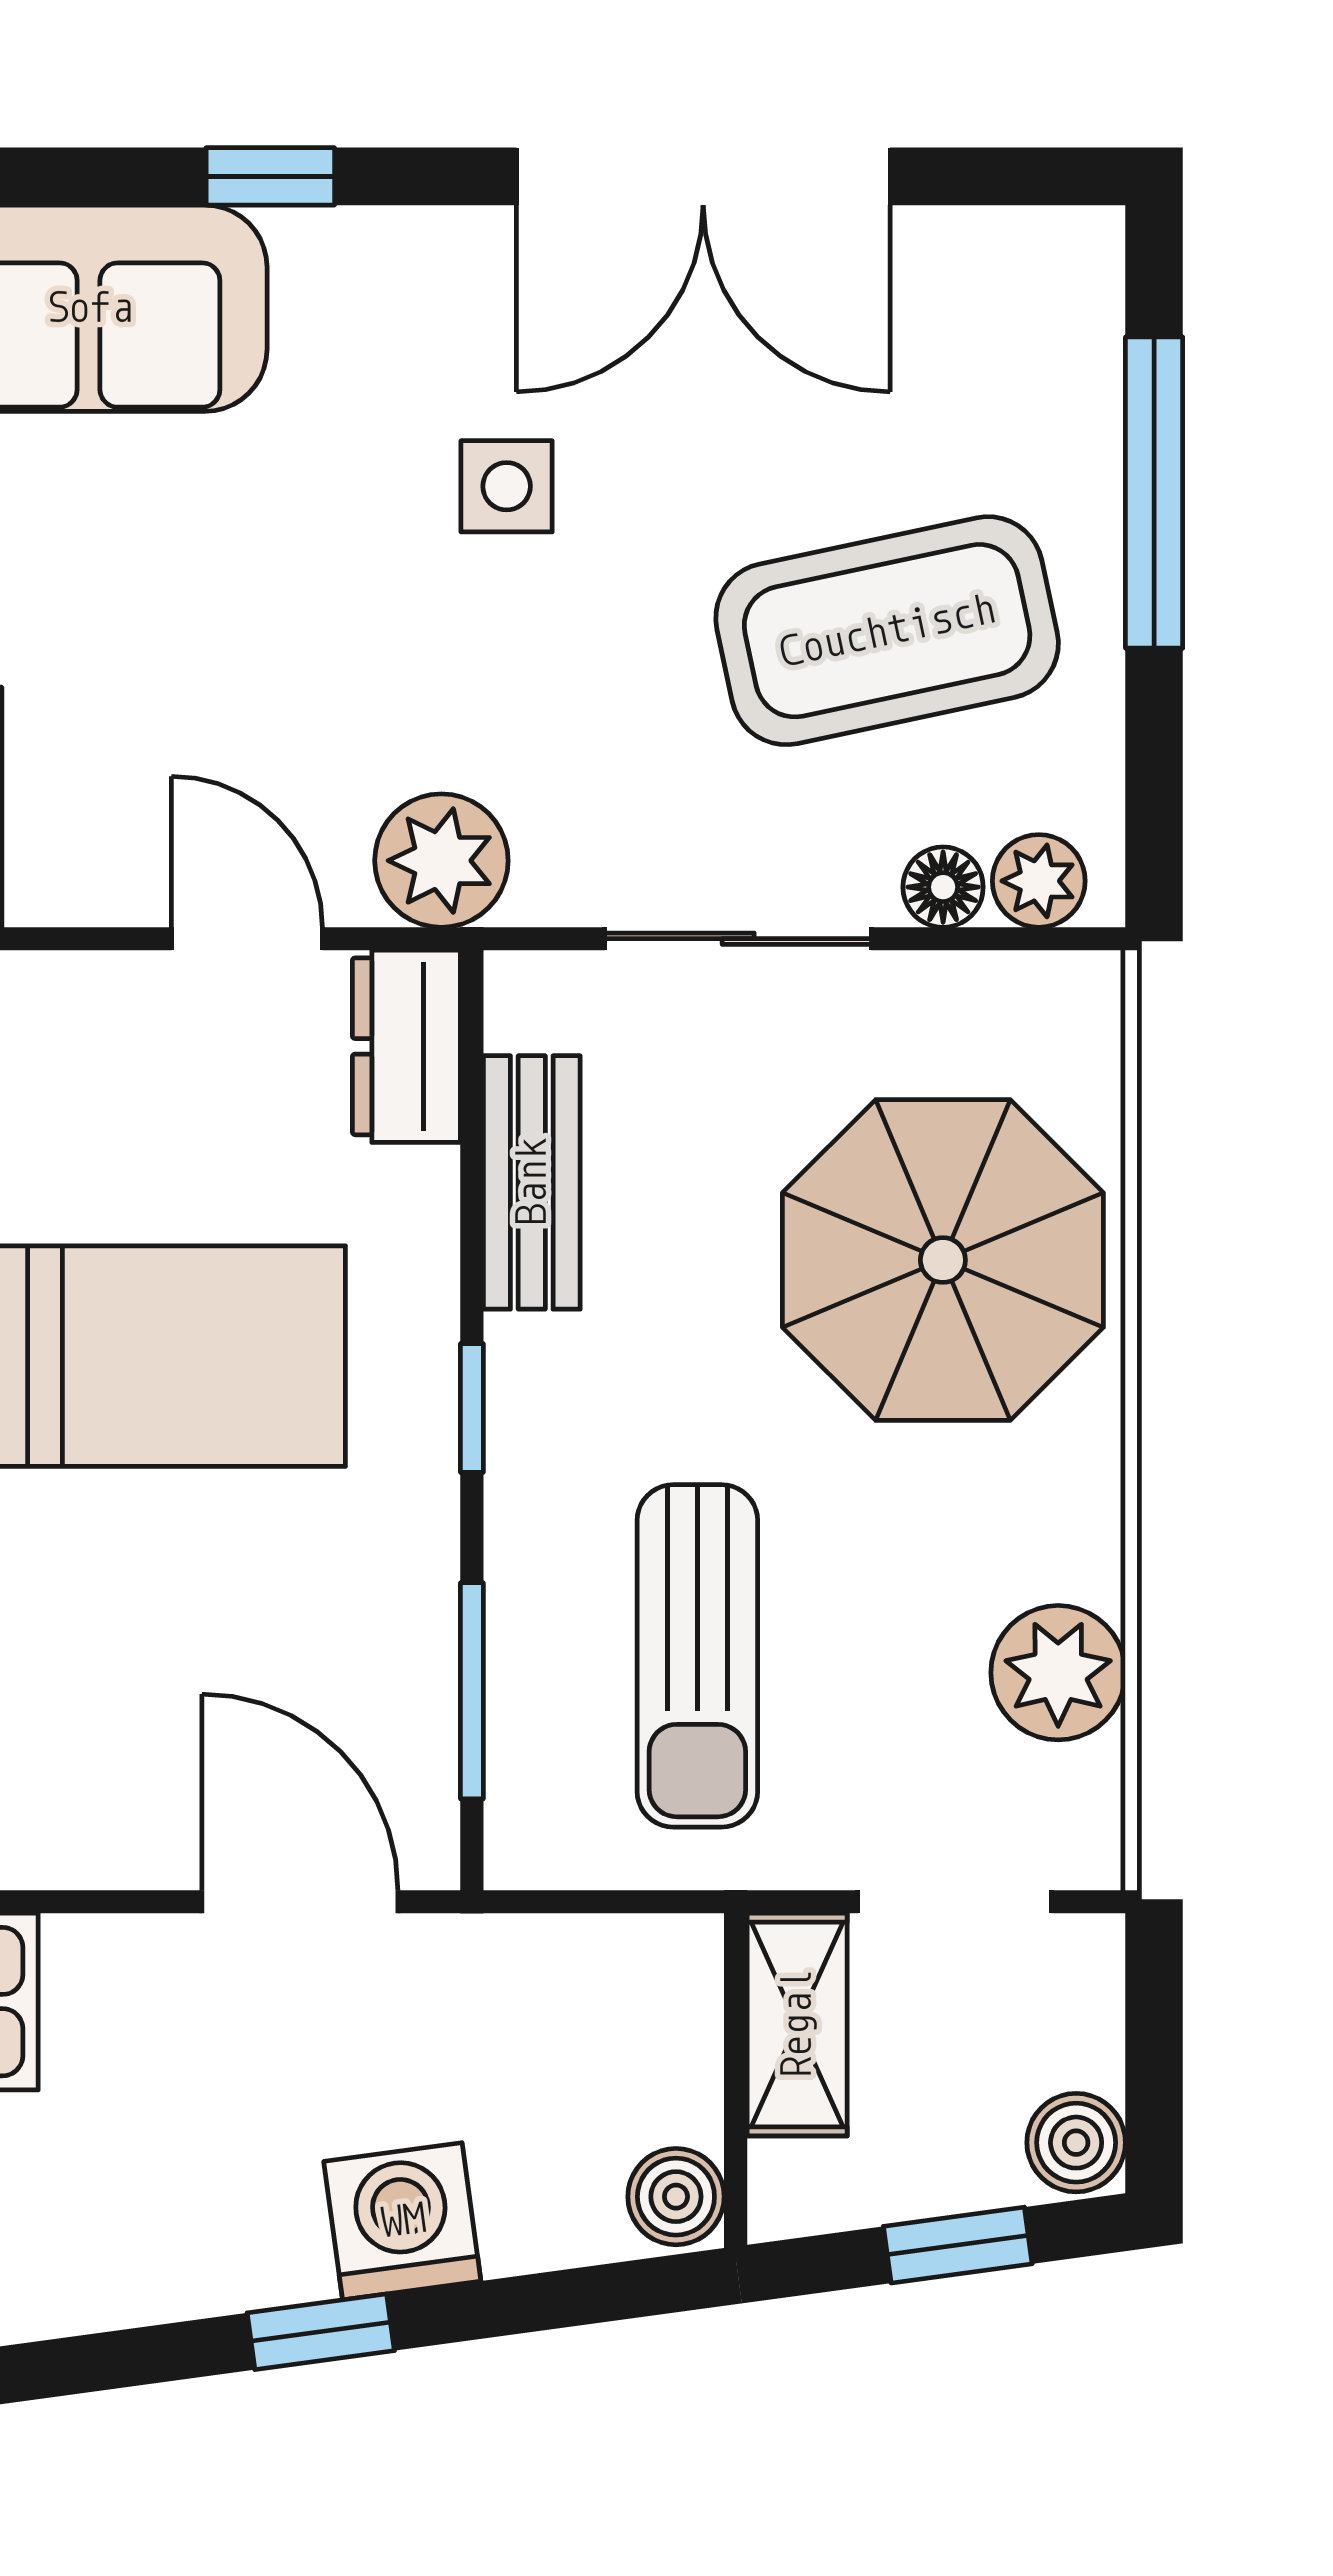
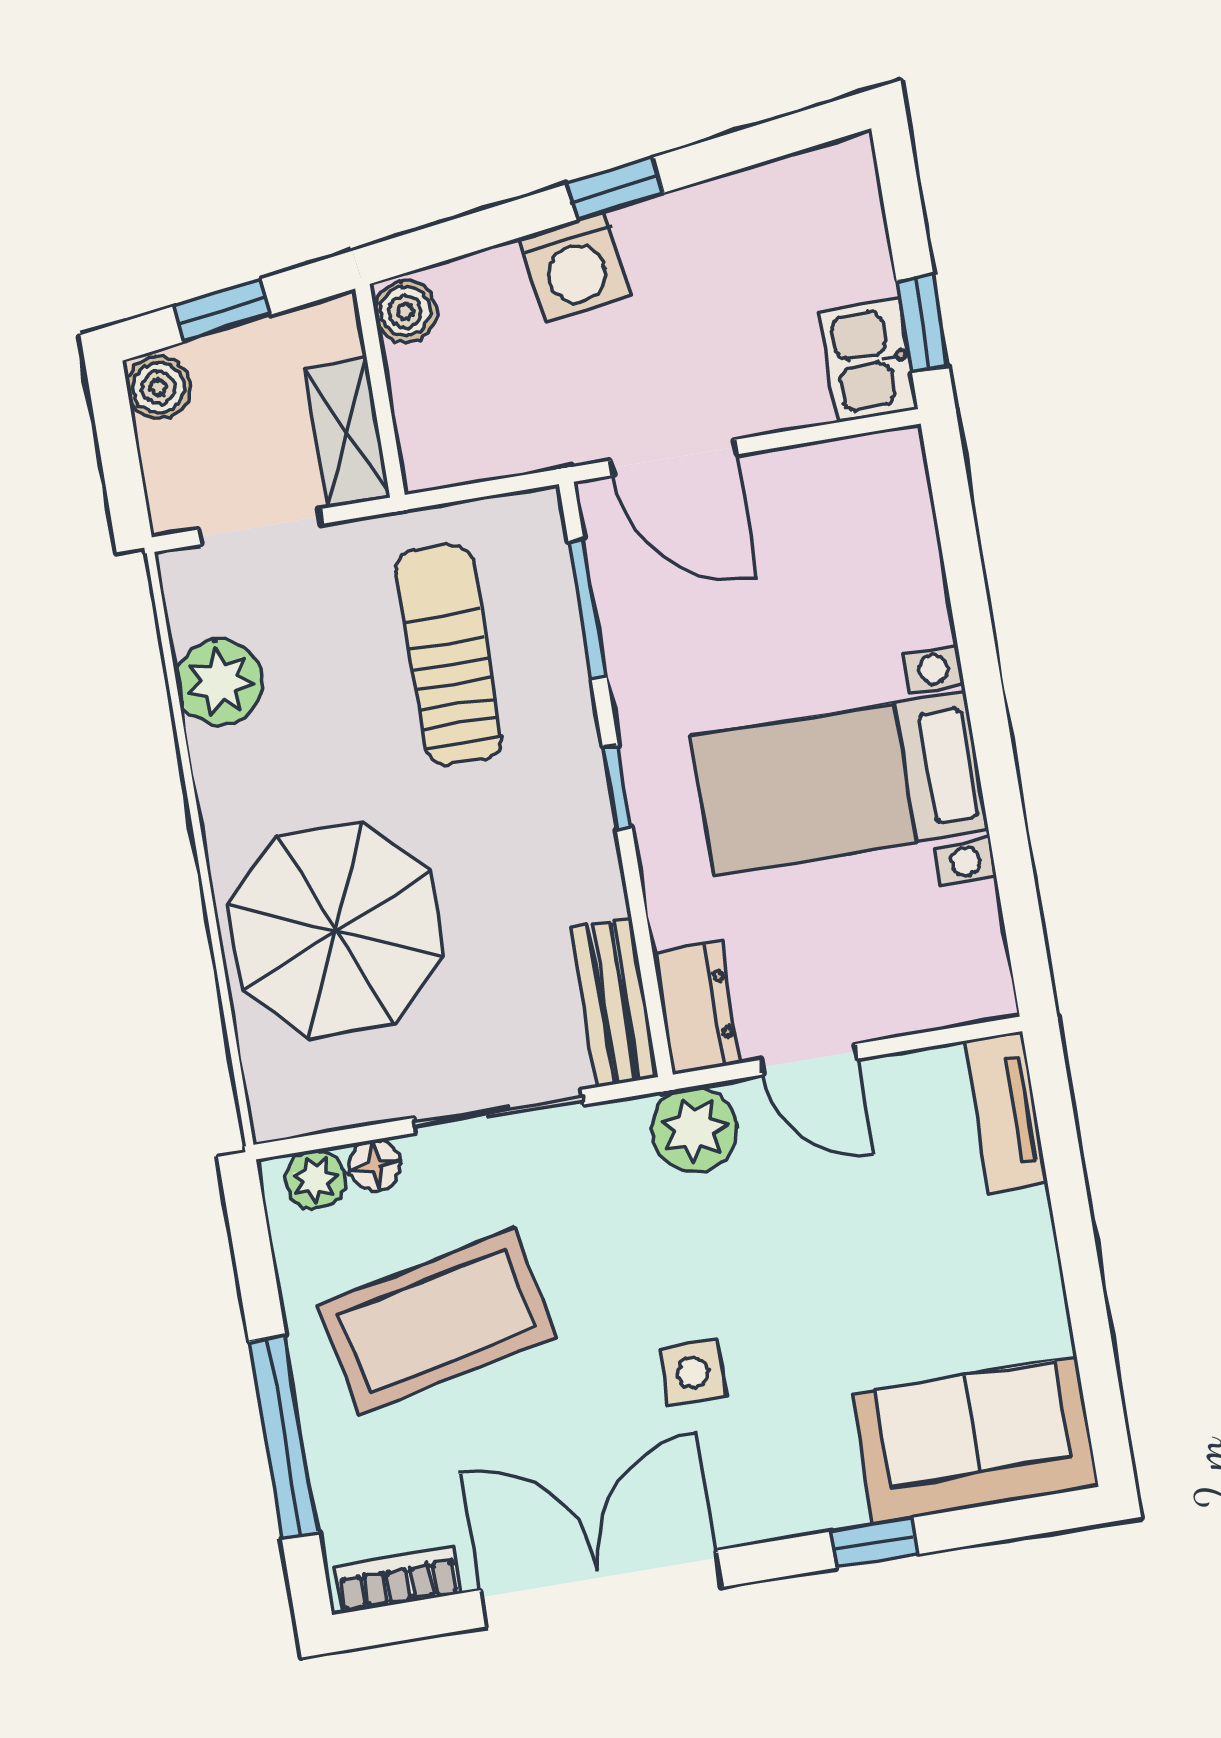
bookcase: (1015, 243) -> (398, 1580), added
bench: (532, 1182) -> (614, 1002), moved

